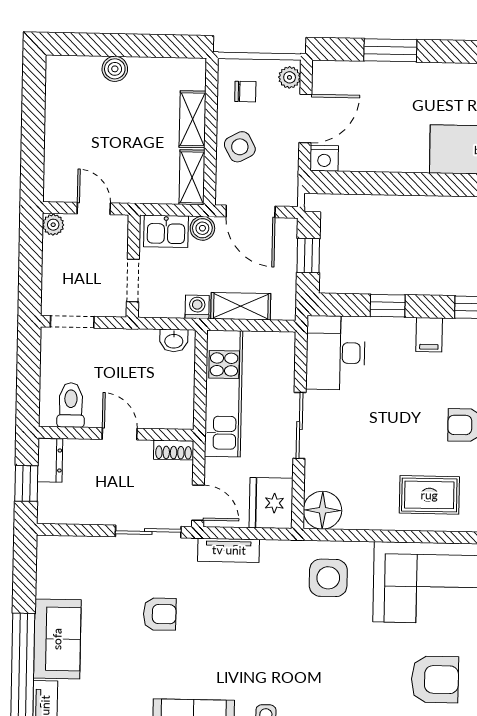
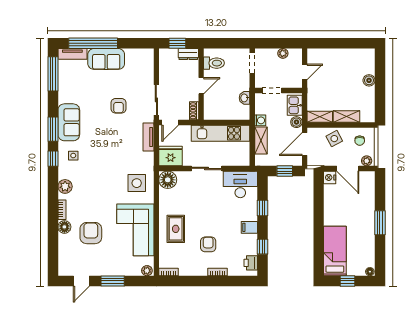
window: (390, 50) -> (380, 223), moved
plant: (53, 225) -> (283, 53), moved
washbasin: (174, 341) -> (244, 98), moved
armchair: (435, 679) -> (91, 233), turned 180

